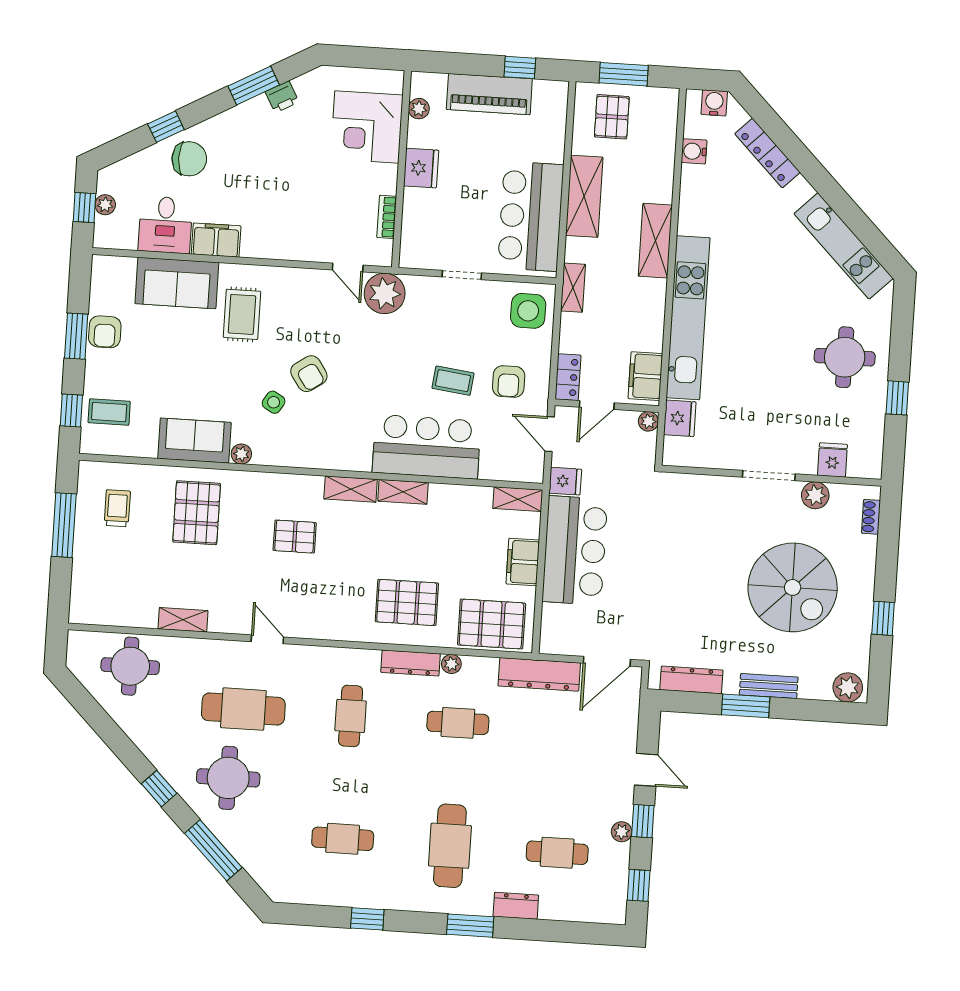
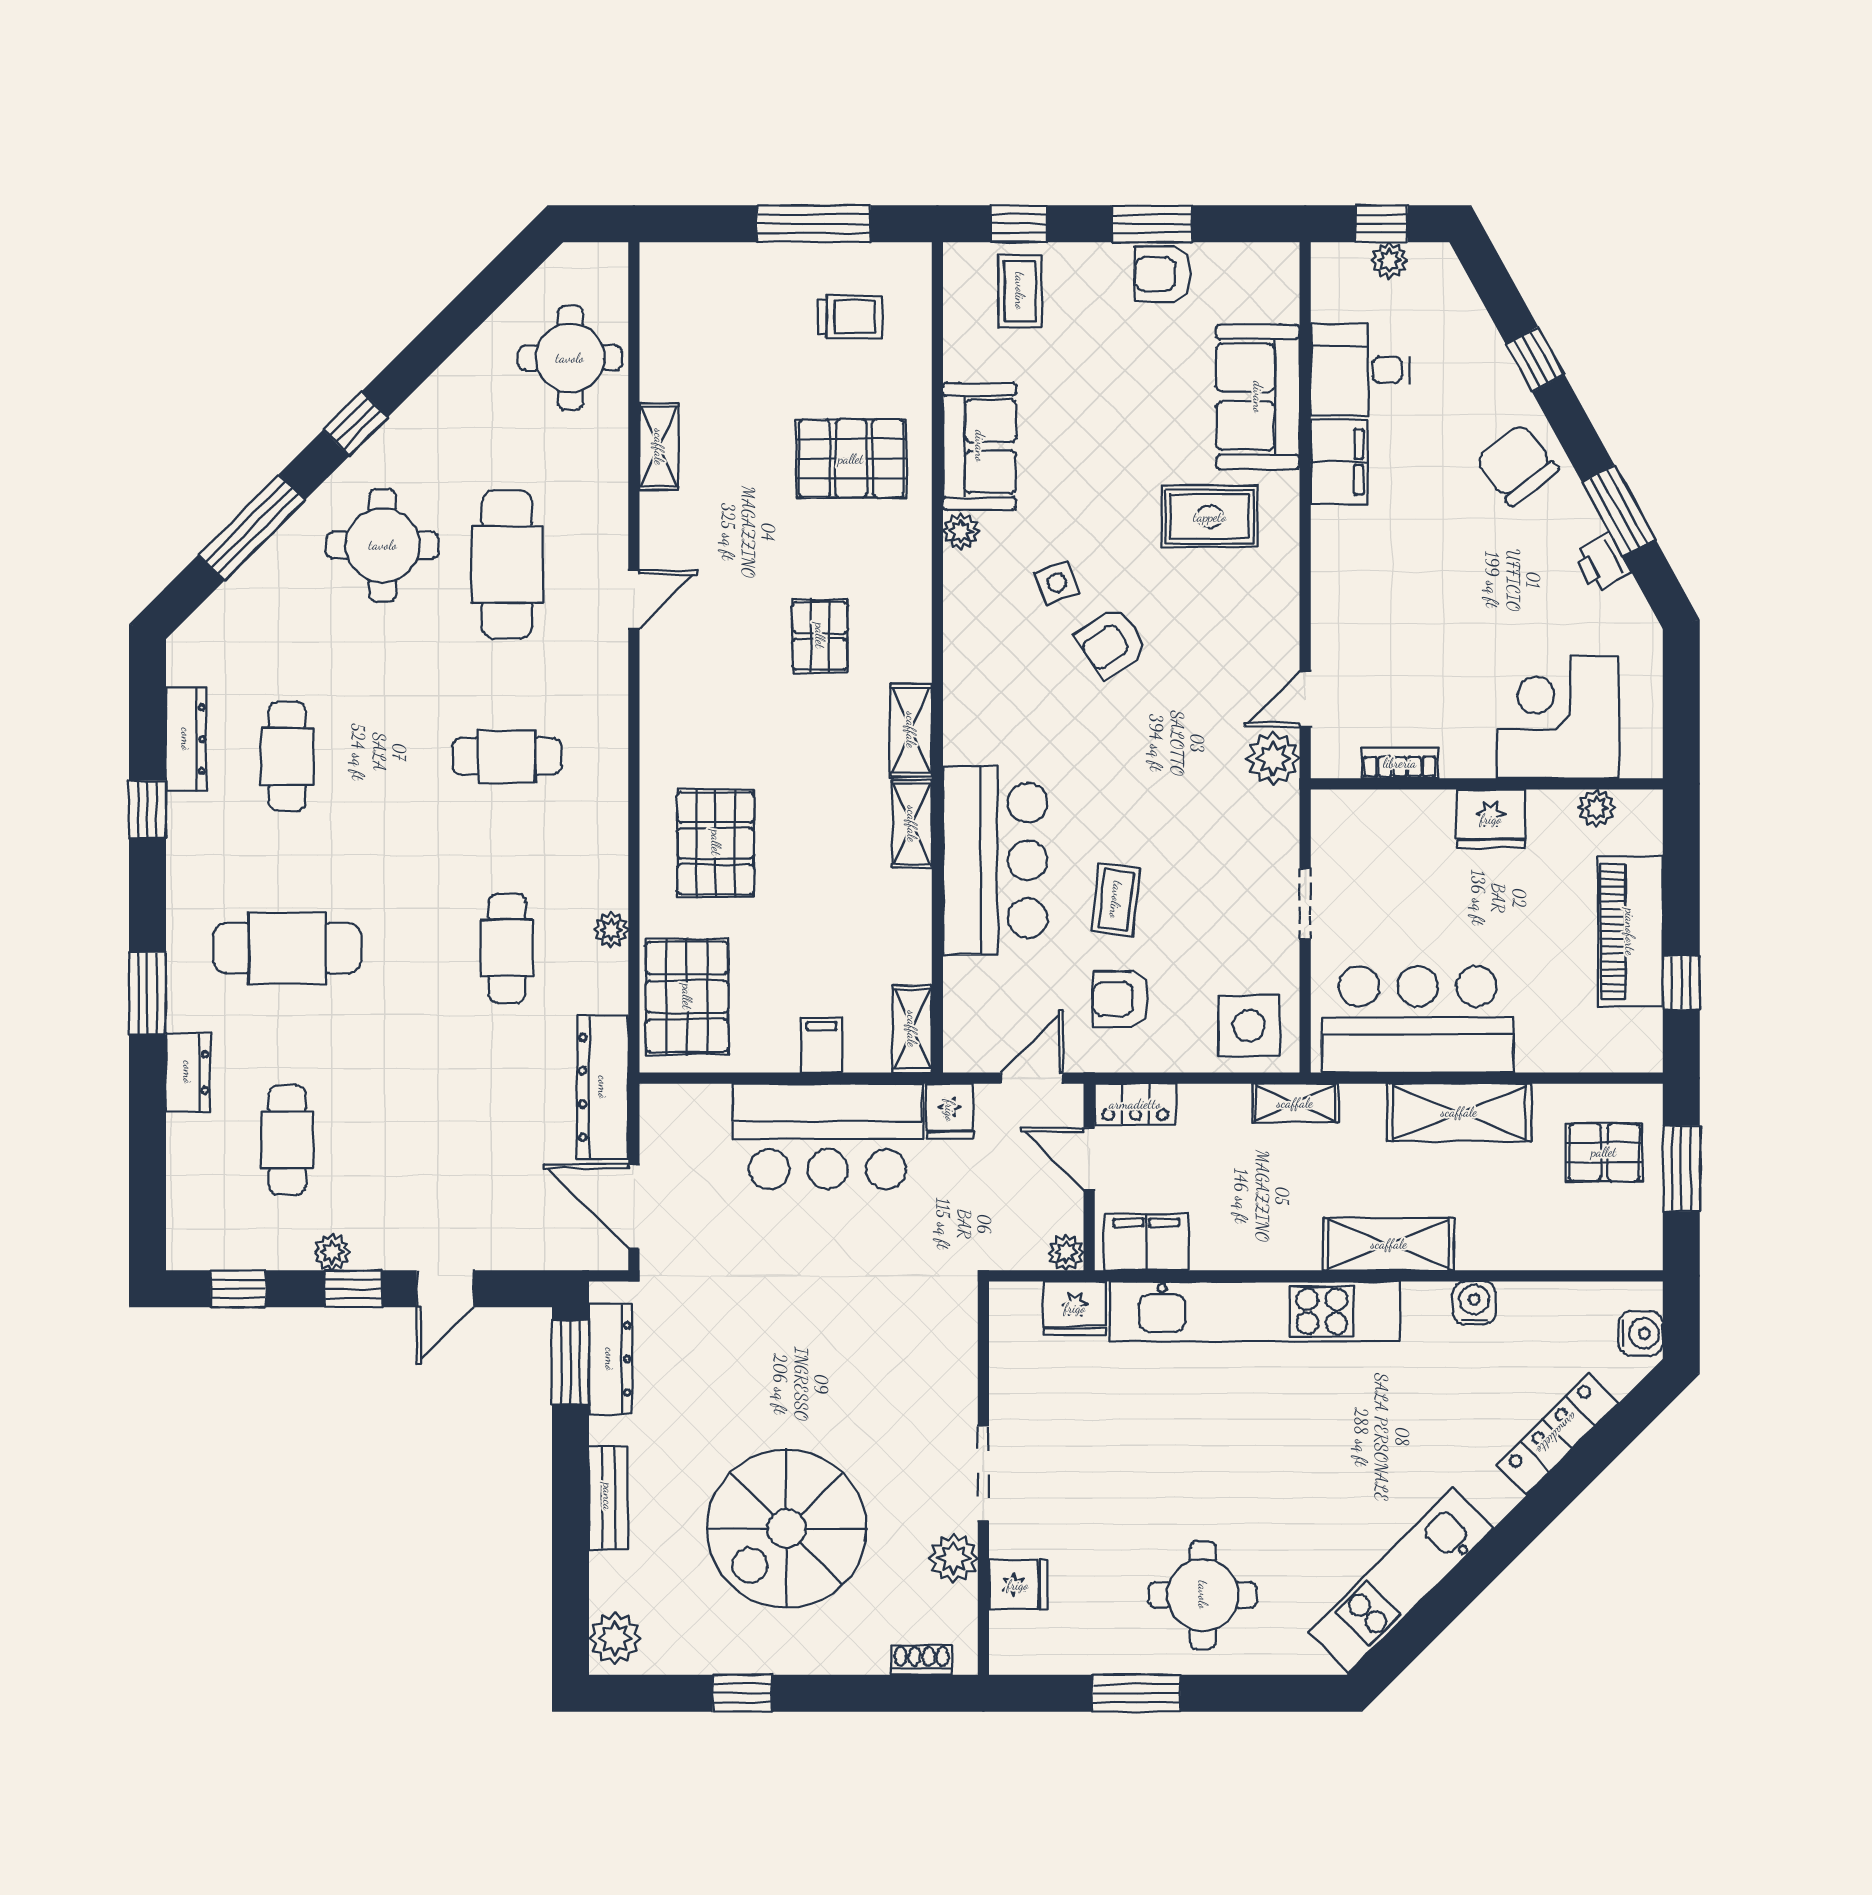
water cooler: (694, 151) -> (1474, 1303), moved
chair: (189, 159) -> (1517, 465), moved, turned 142
plant: (385, 293) -> (1273, 759), width x0.73, depth x0.73
window: (897, 398) -> (1136, 1693), width x1.50
side table: (274, 402) -> (1057, 583), turned 38
filing cabinet: (523, 562) -> (822, 1045), width x0.50
dresser: (411, 663) -> (186, 739), moved, turned 180
window: (746, 706) -> (570, 1363), moved

